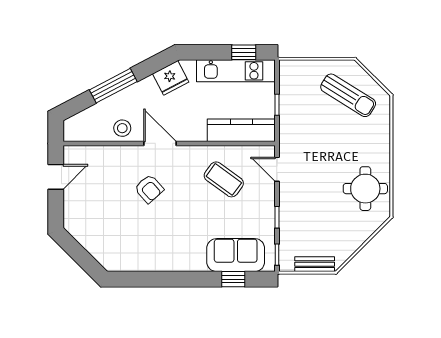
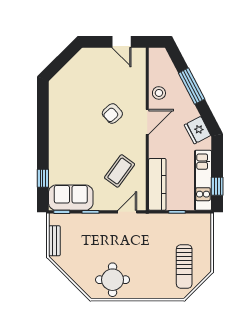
sun lounger: (348, 95) -> (184, 266), turned -32
sofa: (236, 255) -> (71, 198), moved, turned -90

